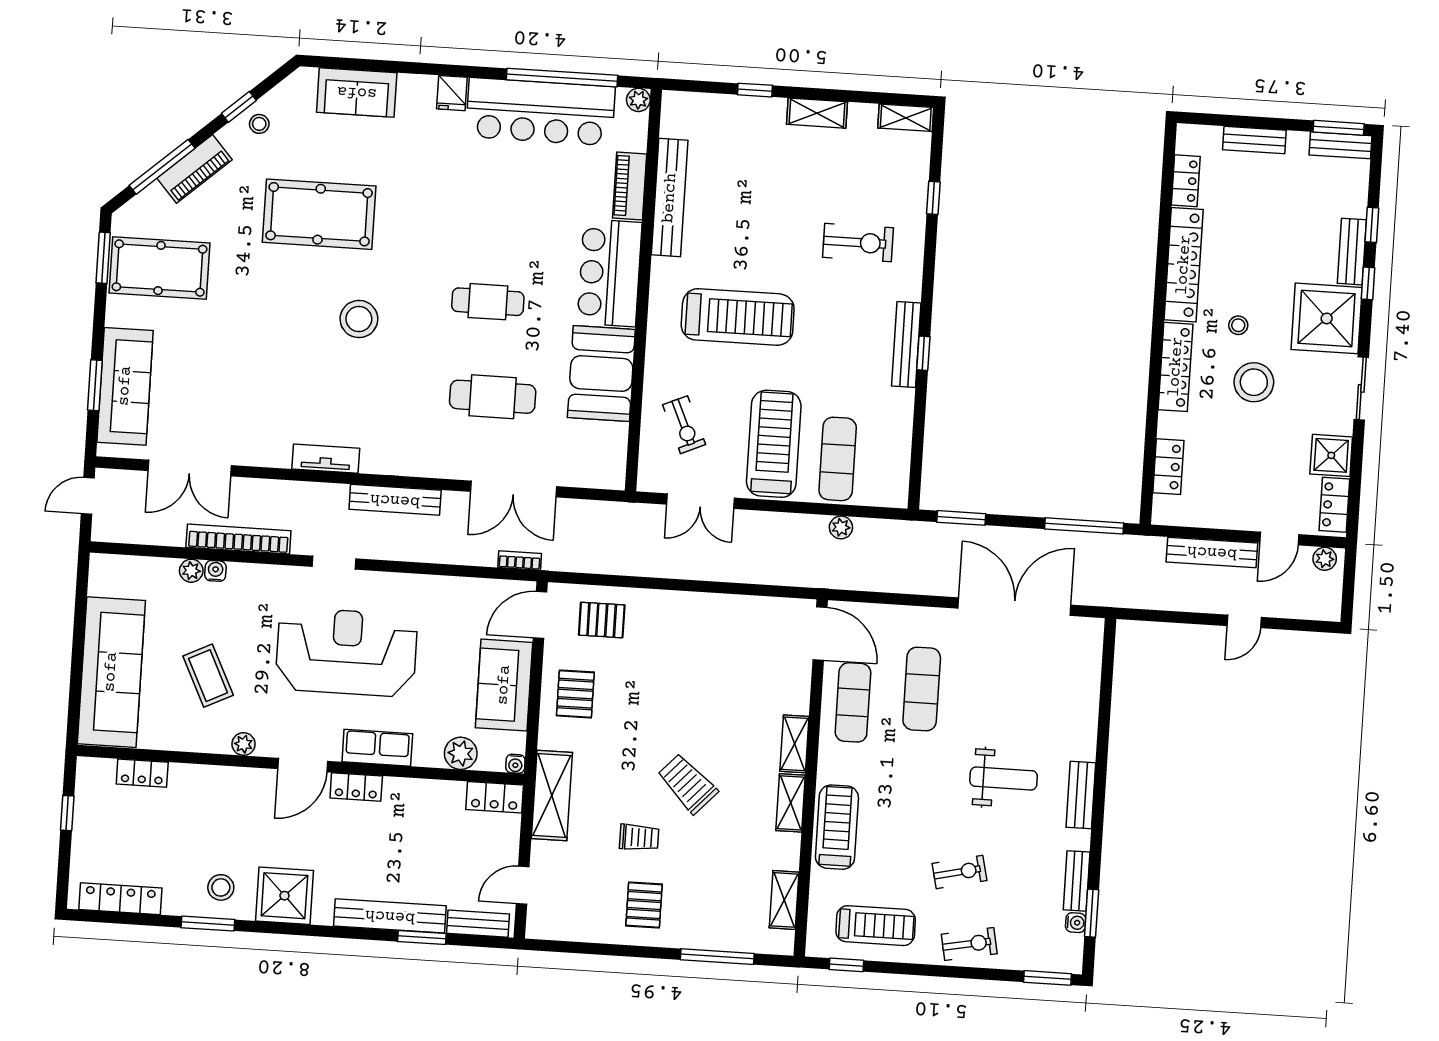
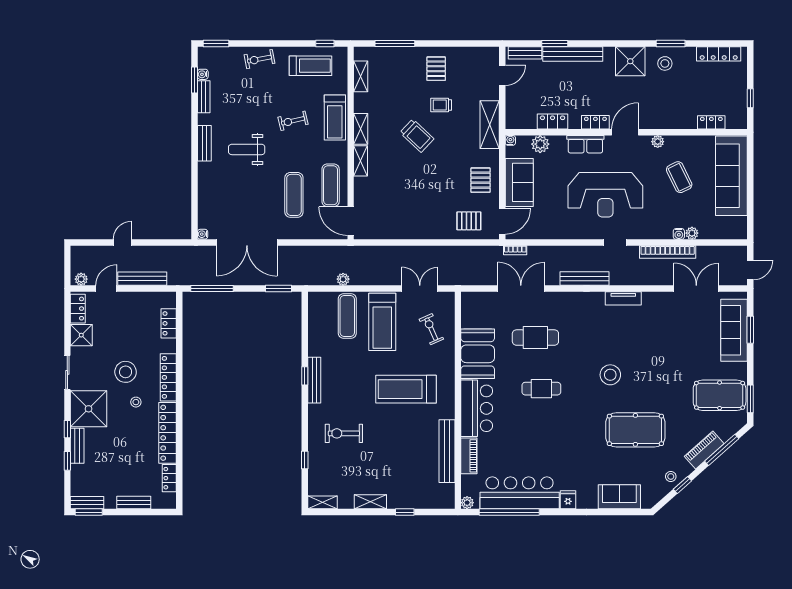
water cooler: (1095, 627) -> (203, 234), added
locker: (495, 797) -> (553, 122), moved
exercise bike: (960, 872) -> (293, 121), moved
treadmill: (876, 926) -> (311, 66), turned 180

